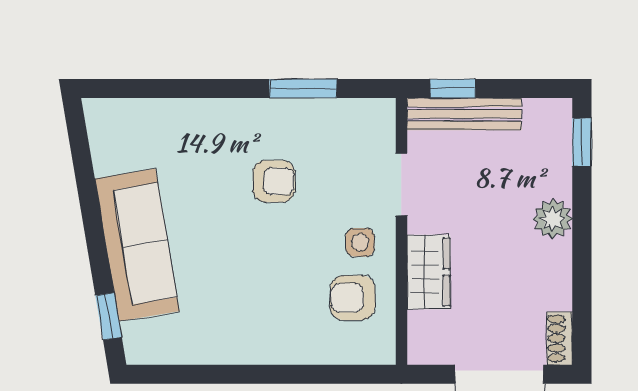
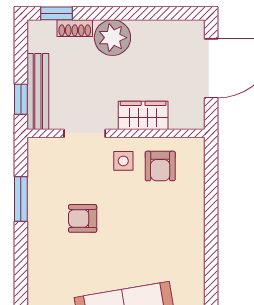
armchair: (274, 181) -> (83, 218), turned -90
plant: (553, 219) -> (112, 38), width x1.36, depth x1.36
shoe rack: (560, 338) -> (75, 28), moved

